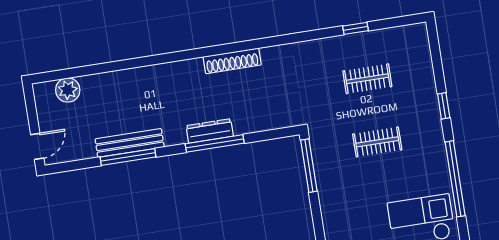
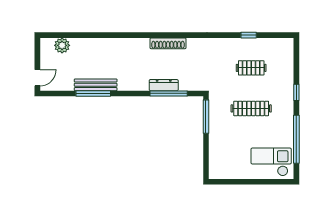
dresser: (210, 131) -> (164, 85), moved
clothes rail: (377, 142) -> (251, 108), width x1.36
window: (215, 143) -> (169, 93), moved

